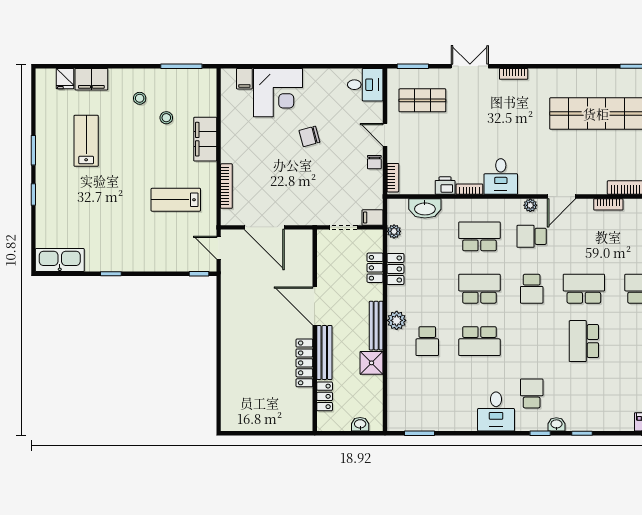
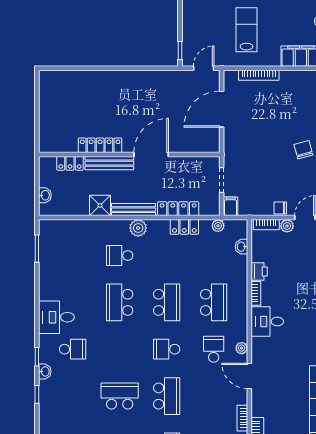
plant: (394, 155) -> (287, 226), added
washbasin: (425, 208) -> (241, 247), width x0.52, depth x0.69
locker: (375, 268) -> (178, 209), width x1.53

